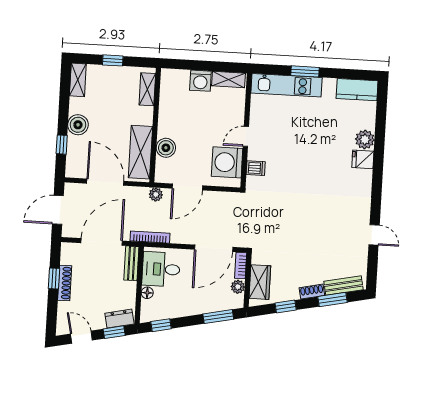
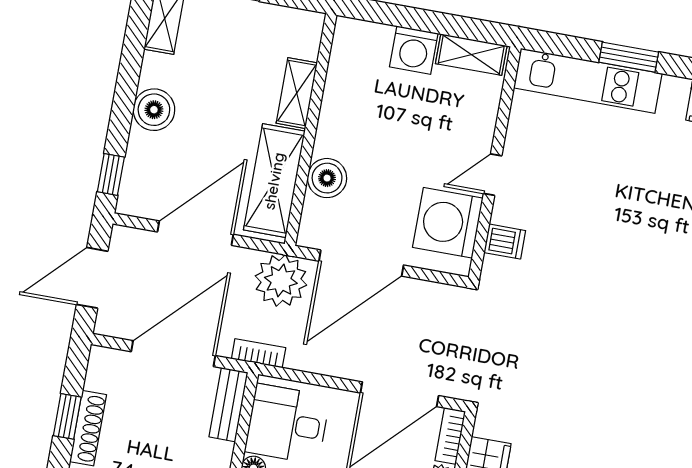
shelving: (147, 89) -> (297, 93), moved
window: (62, 145) -> (111, 174), moved
door: (105, 182) -> (195, 233), hinge flipped
door: (187, 187) -> (361, 263), width x1.36
plant: (156, 194) -> (281, 280), width x1.87, depth x1.87
bookcase: (150, 237) -> (259, 353), width x0.64

